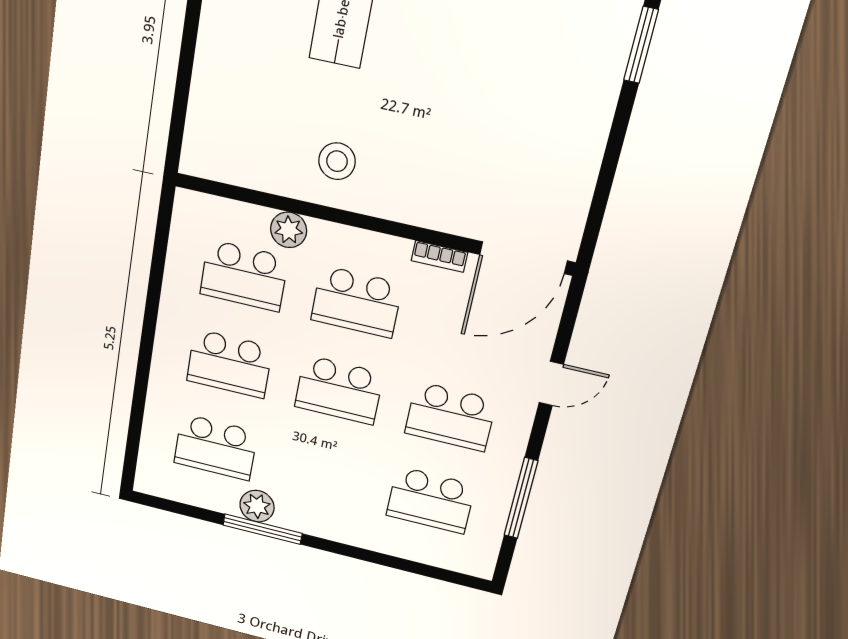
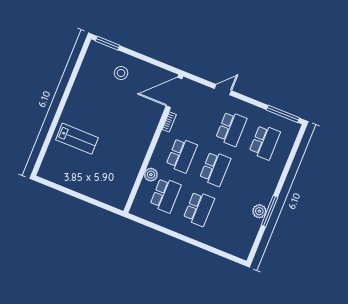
stool: (337, 161) -> (121, 73), moved
door: (523, 258) -> (174, 92), swing flipped
door: (551, 383) -> (223, 90), hinge flipped
school desk: (216, 447) -> (232, 222), removed
window: (521, 498) -> (283, 114), moved

